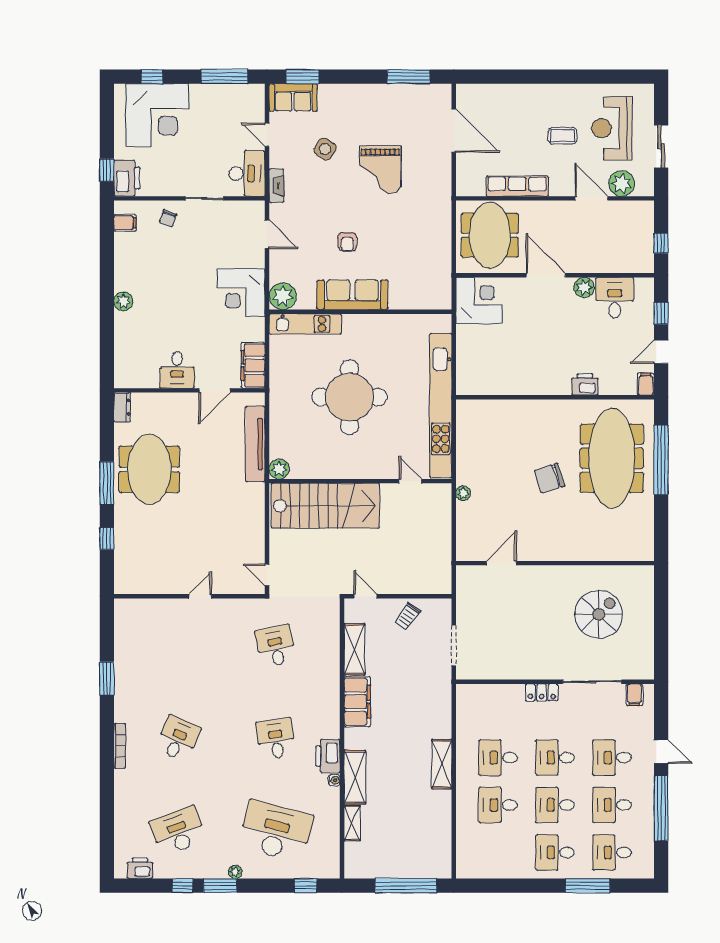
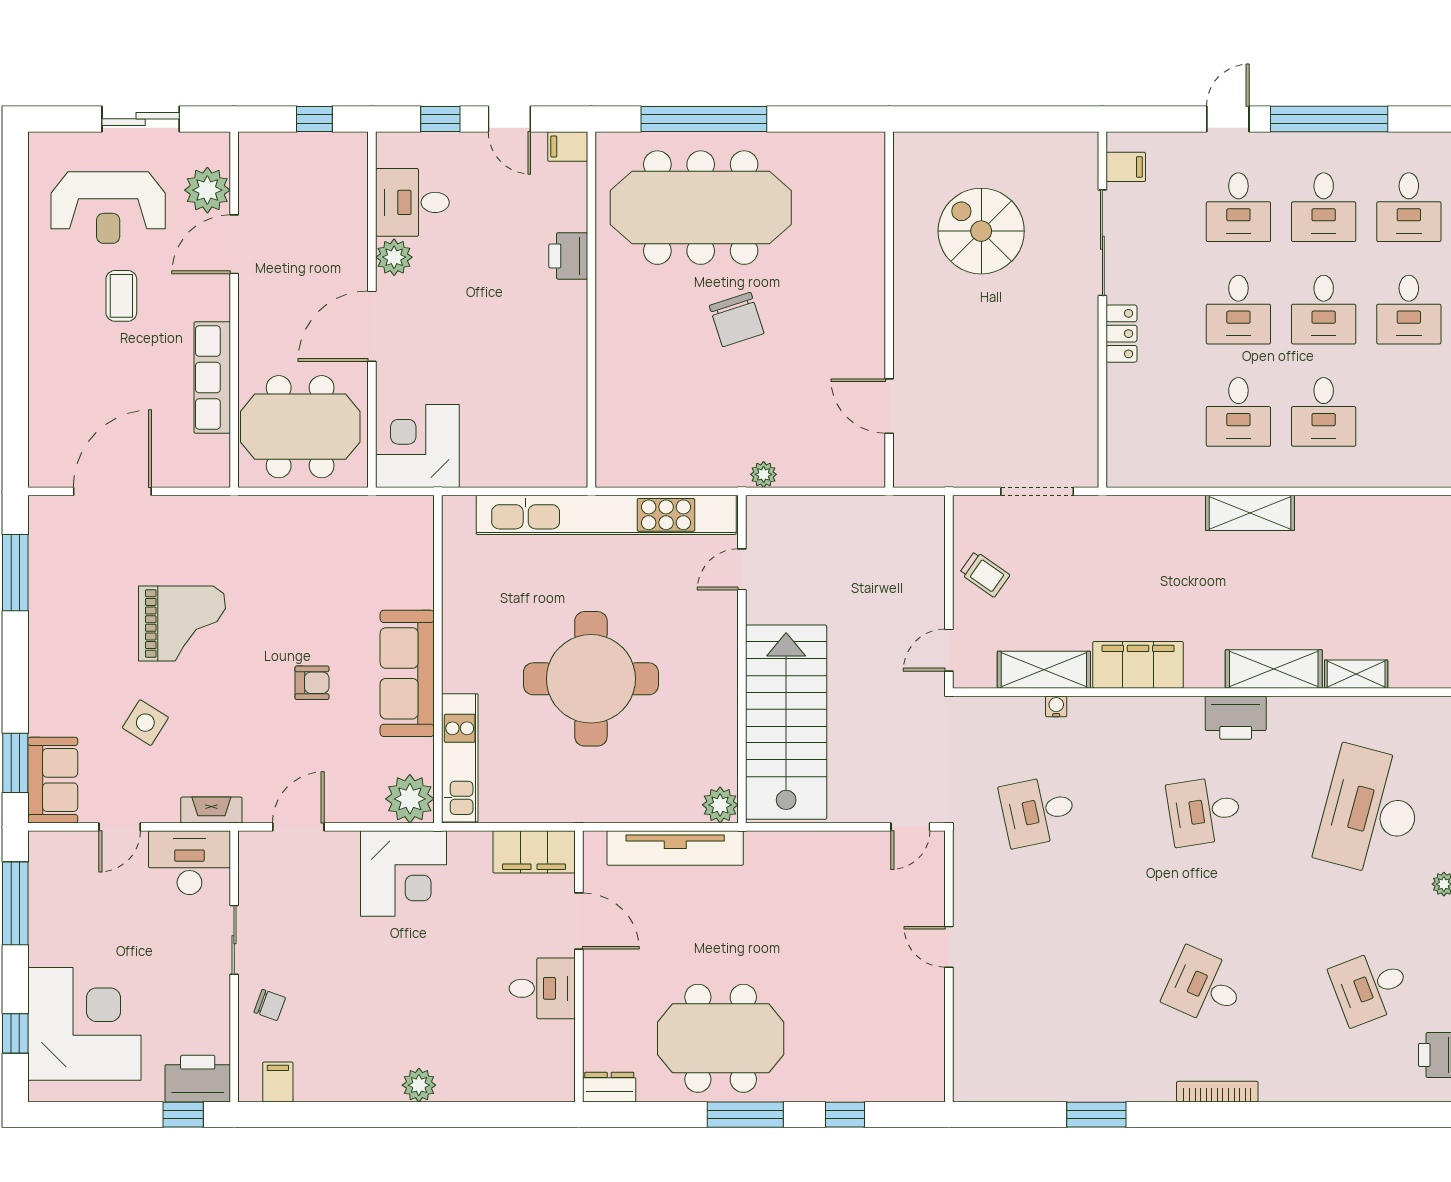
water cooler: (334, 780) -> (1056, 706), moved
desk: (178, 831) -> (1370, 987), width x0.73

